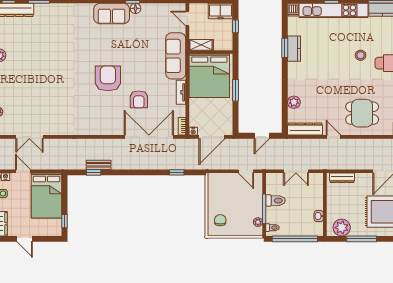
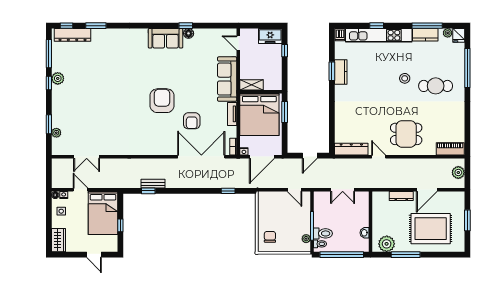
shelving: (201, 45) -> (252, 85), moved
wall: (211, 52) -> (261, 92), moved
bed: (209, 76) -> (259, 115), moved
plant: (294, 102) -> (341, 123), removed
dresser: (342, 178) -> (401, 196), moved
toilet: (276, 201) -> (323, 233), moved
window: (65, 221) -> (120, 225), moved
door: (25, 239) -> (94, 255), moved

